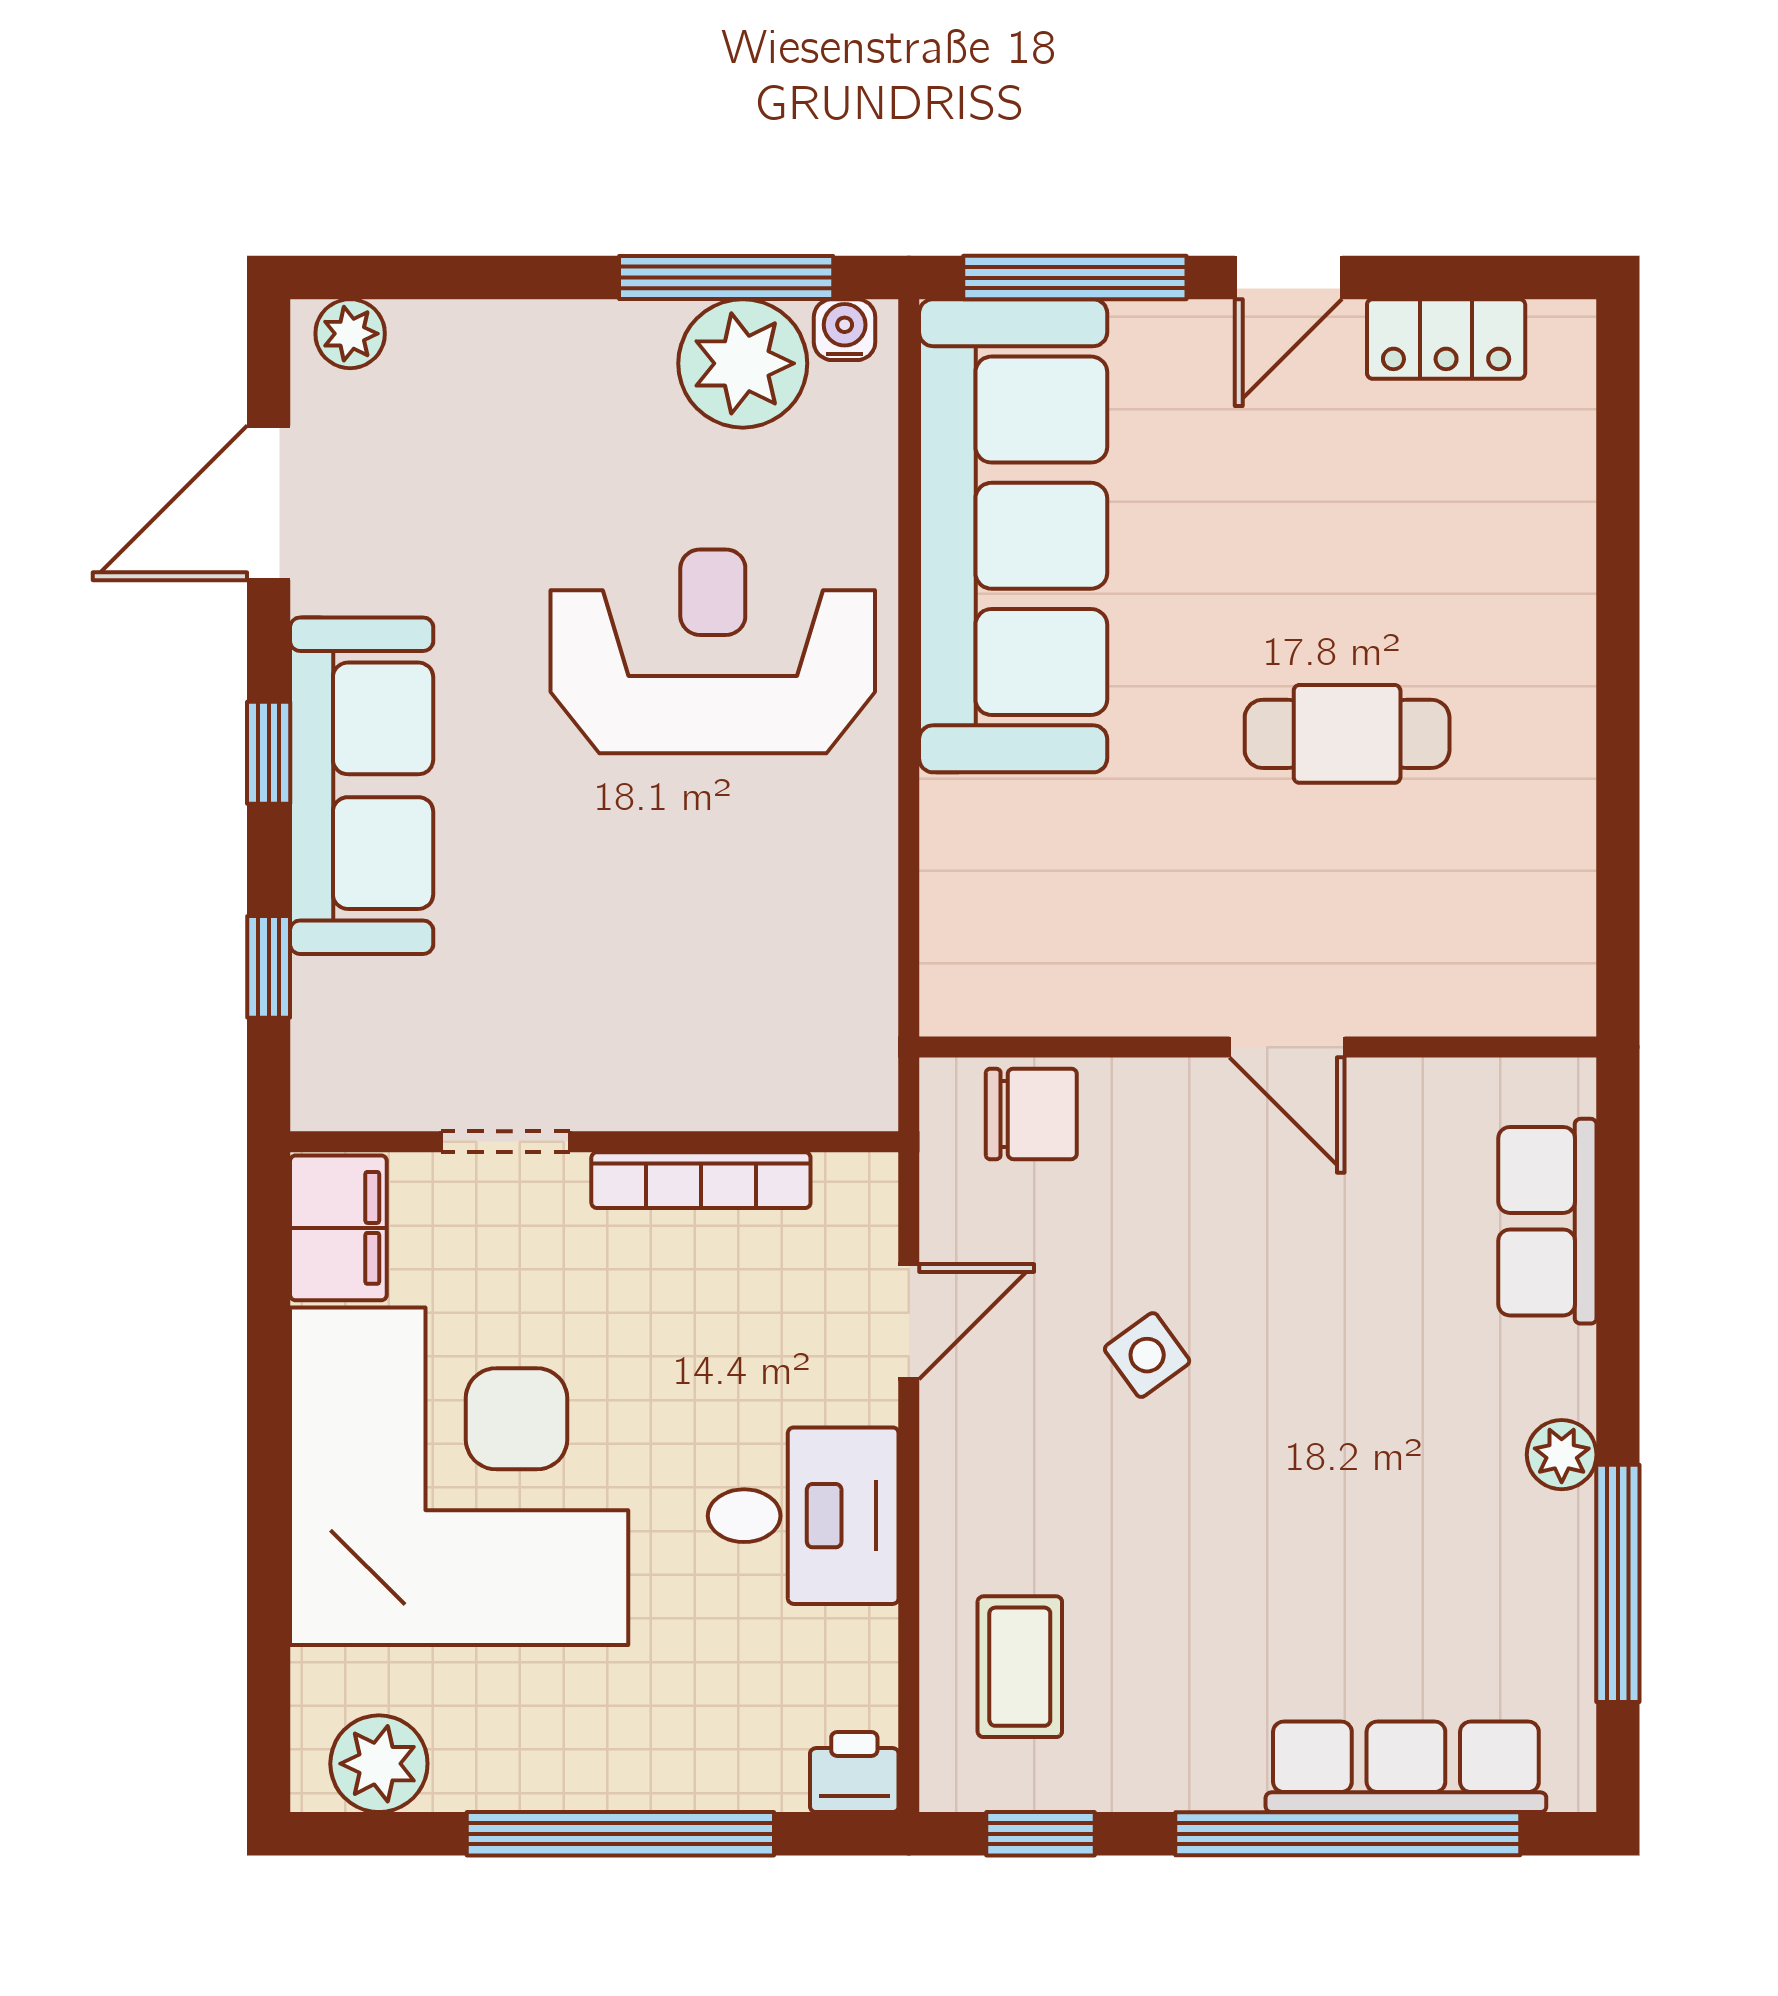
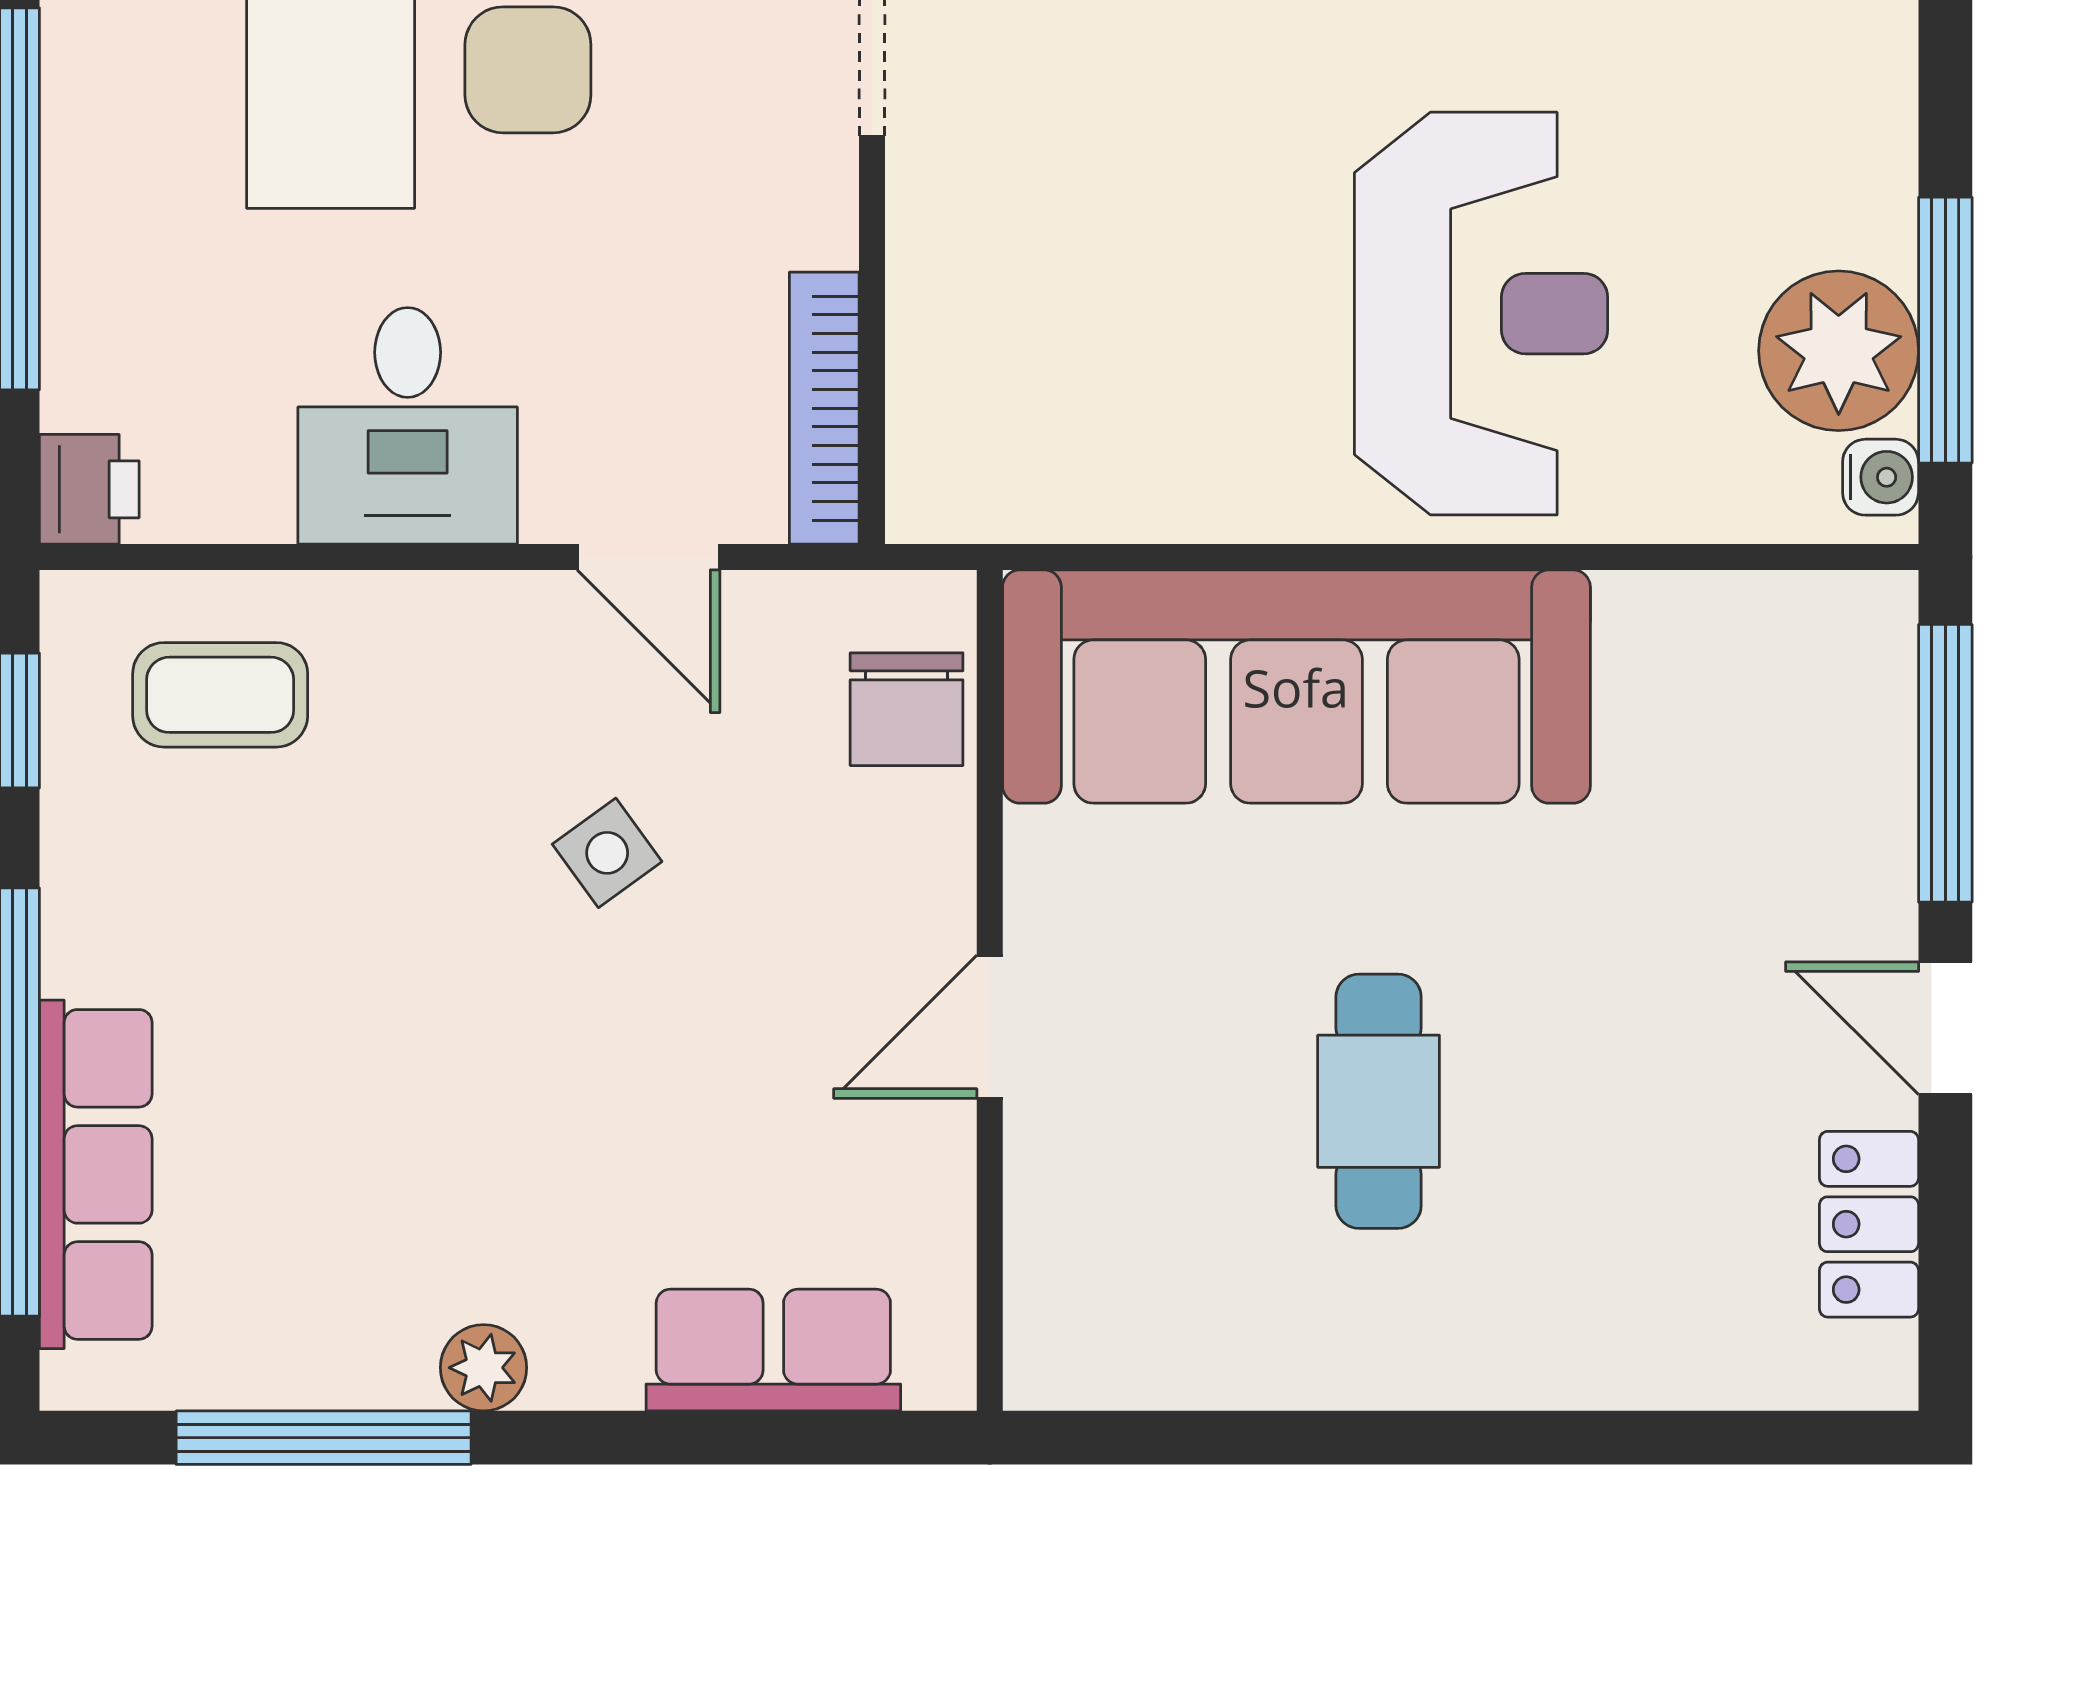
sofa: (1013, 536) -> (1296, 687), moved
bookcase: (701, 1180) -> (824, 408), moved

